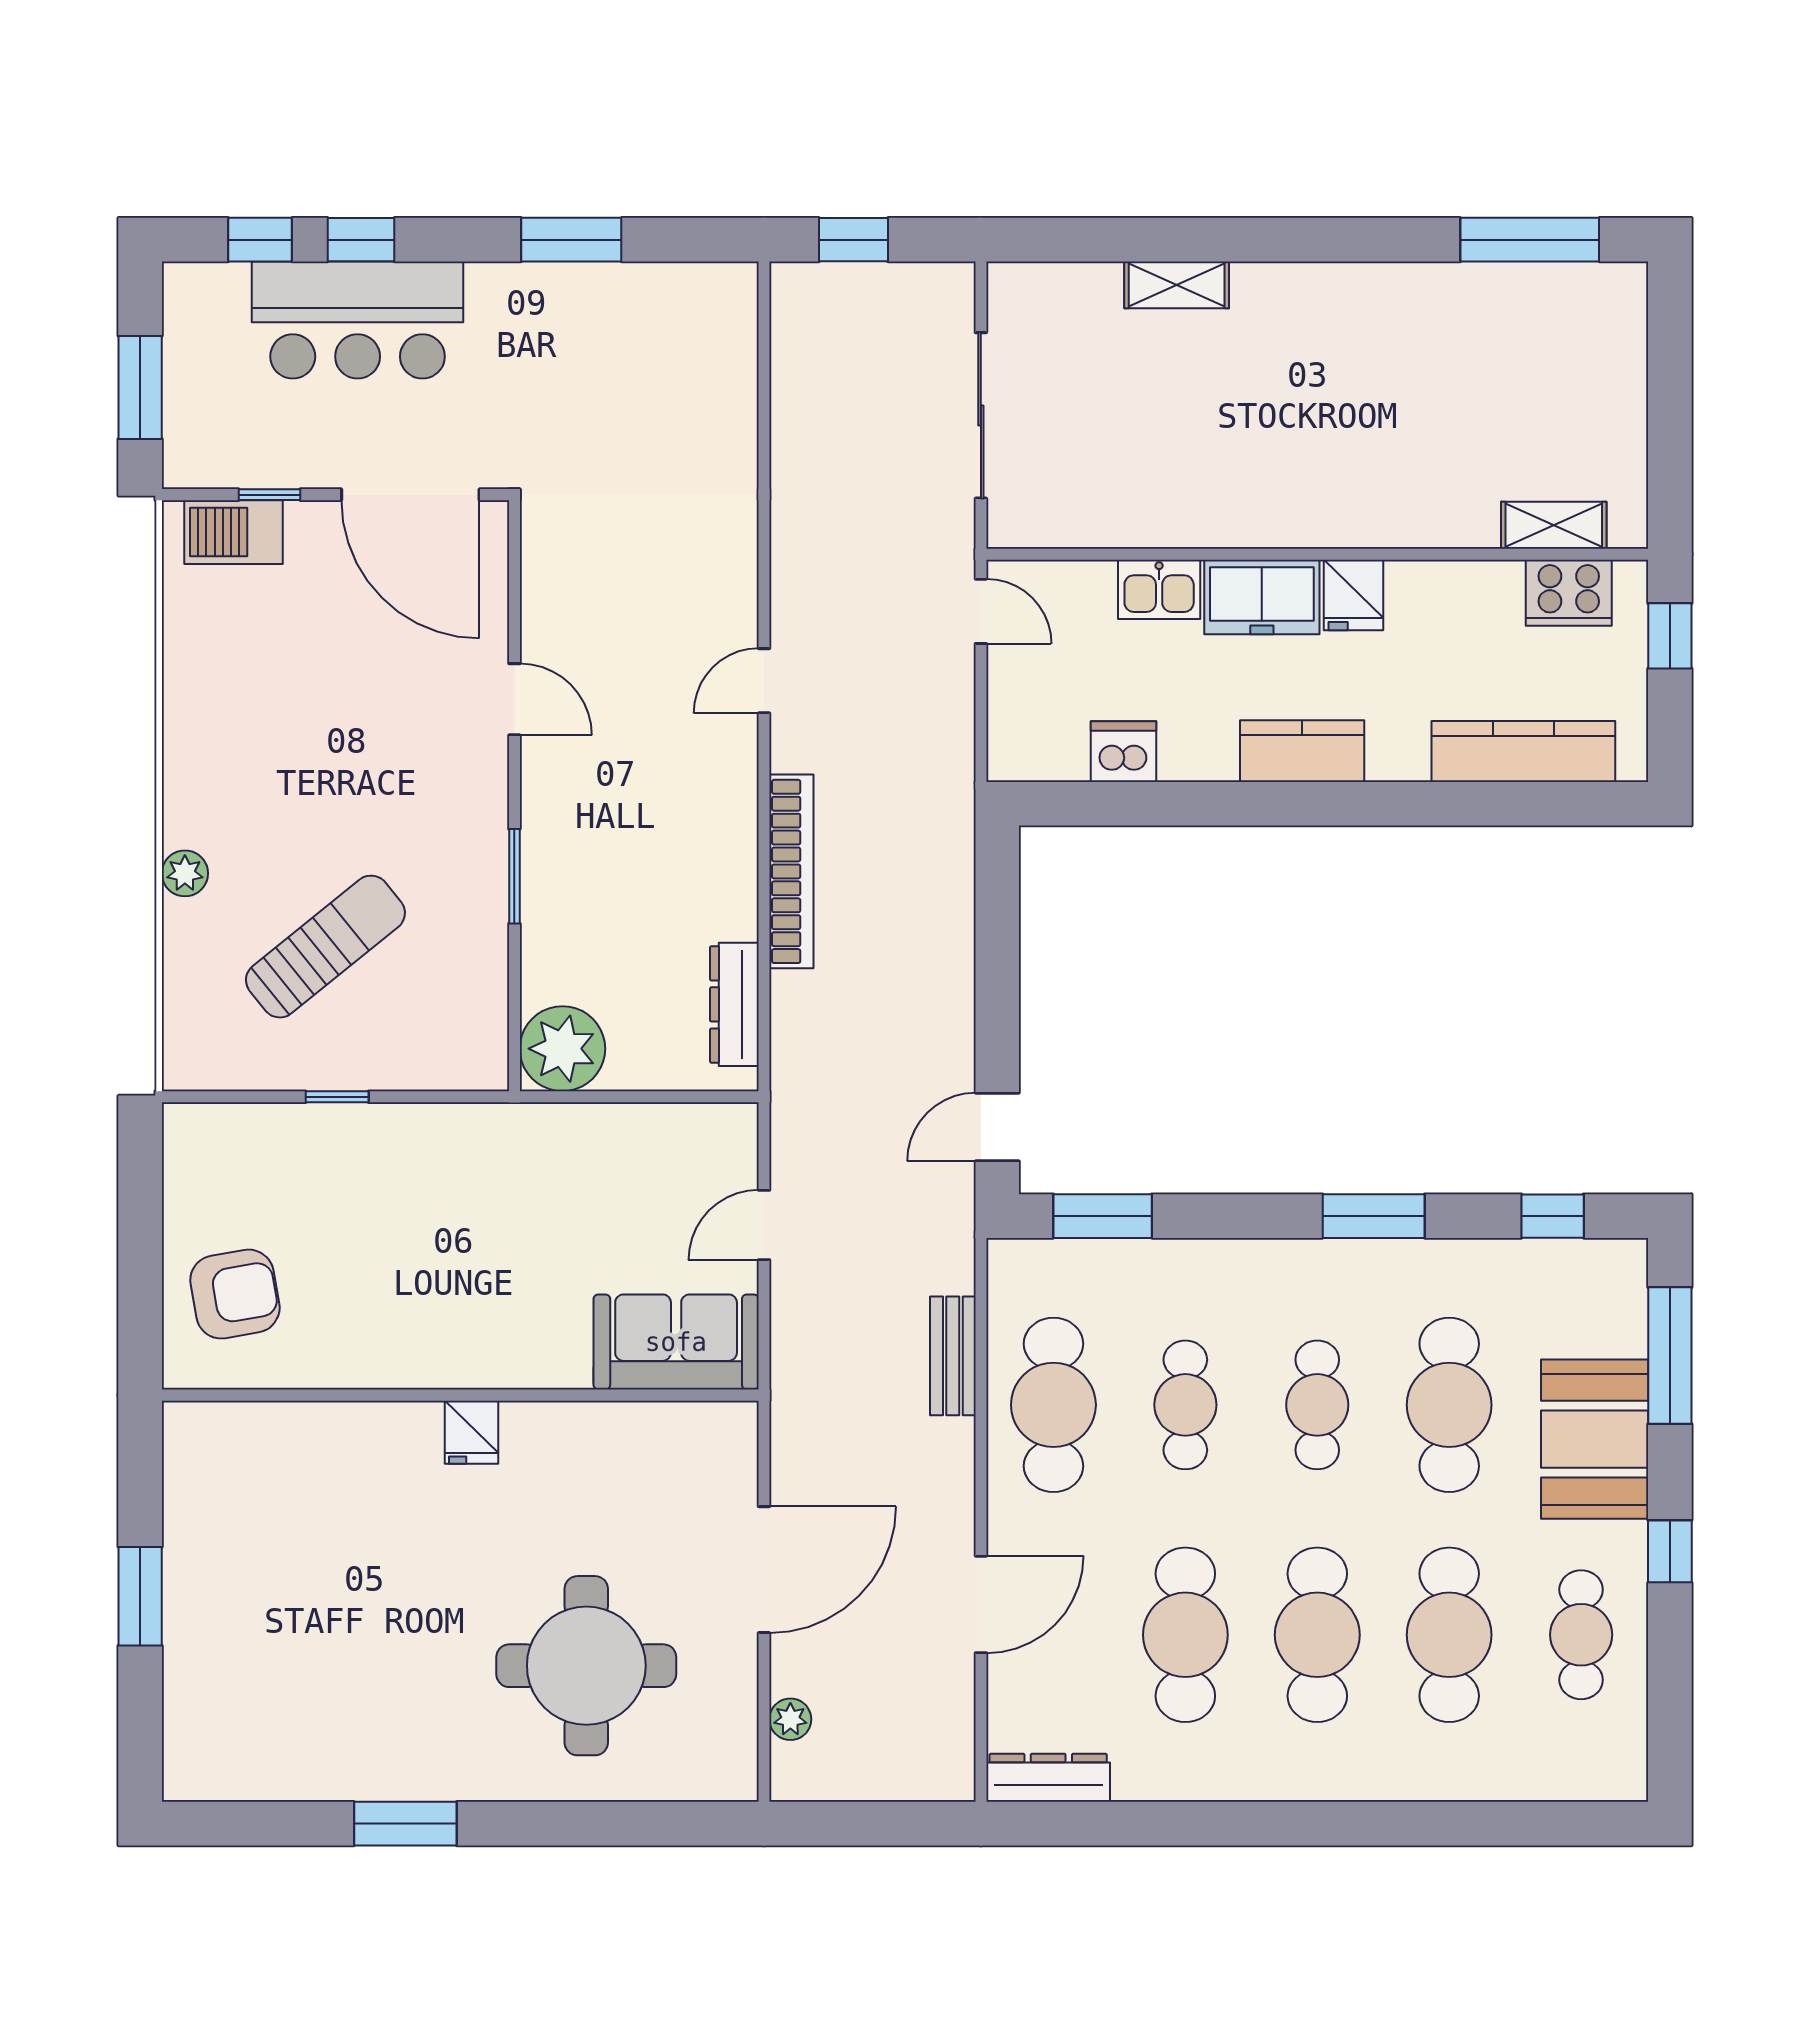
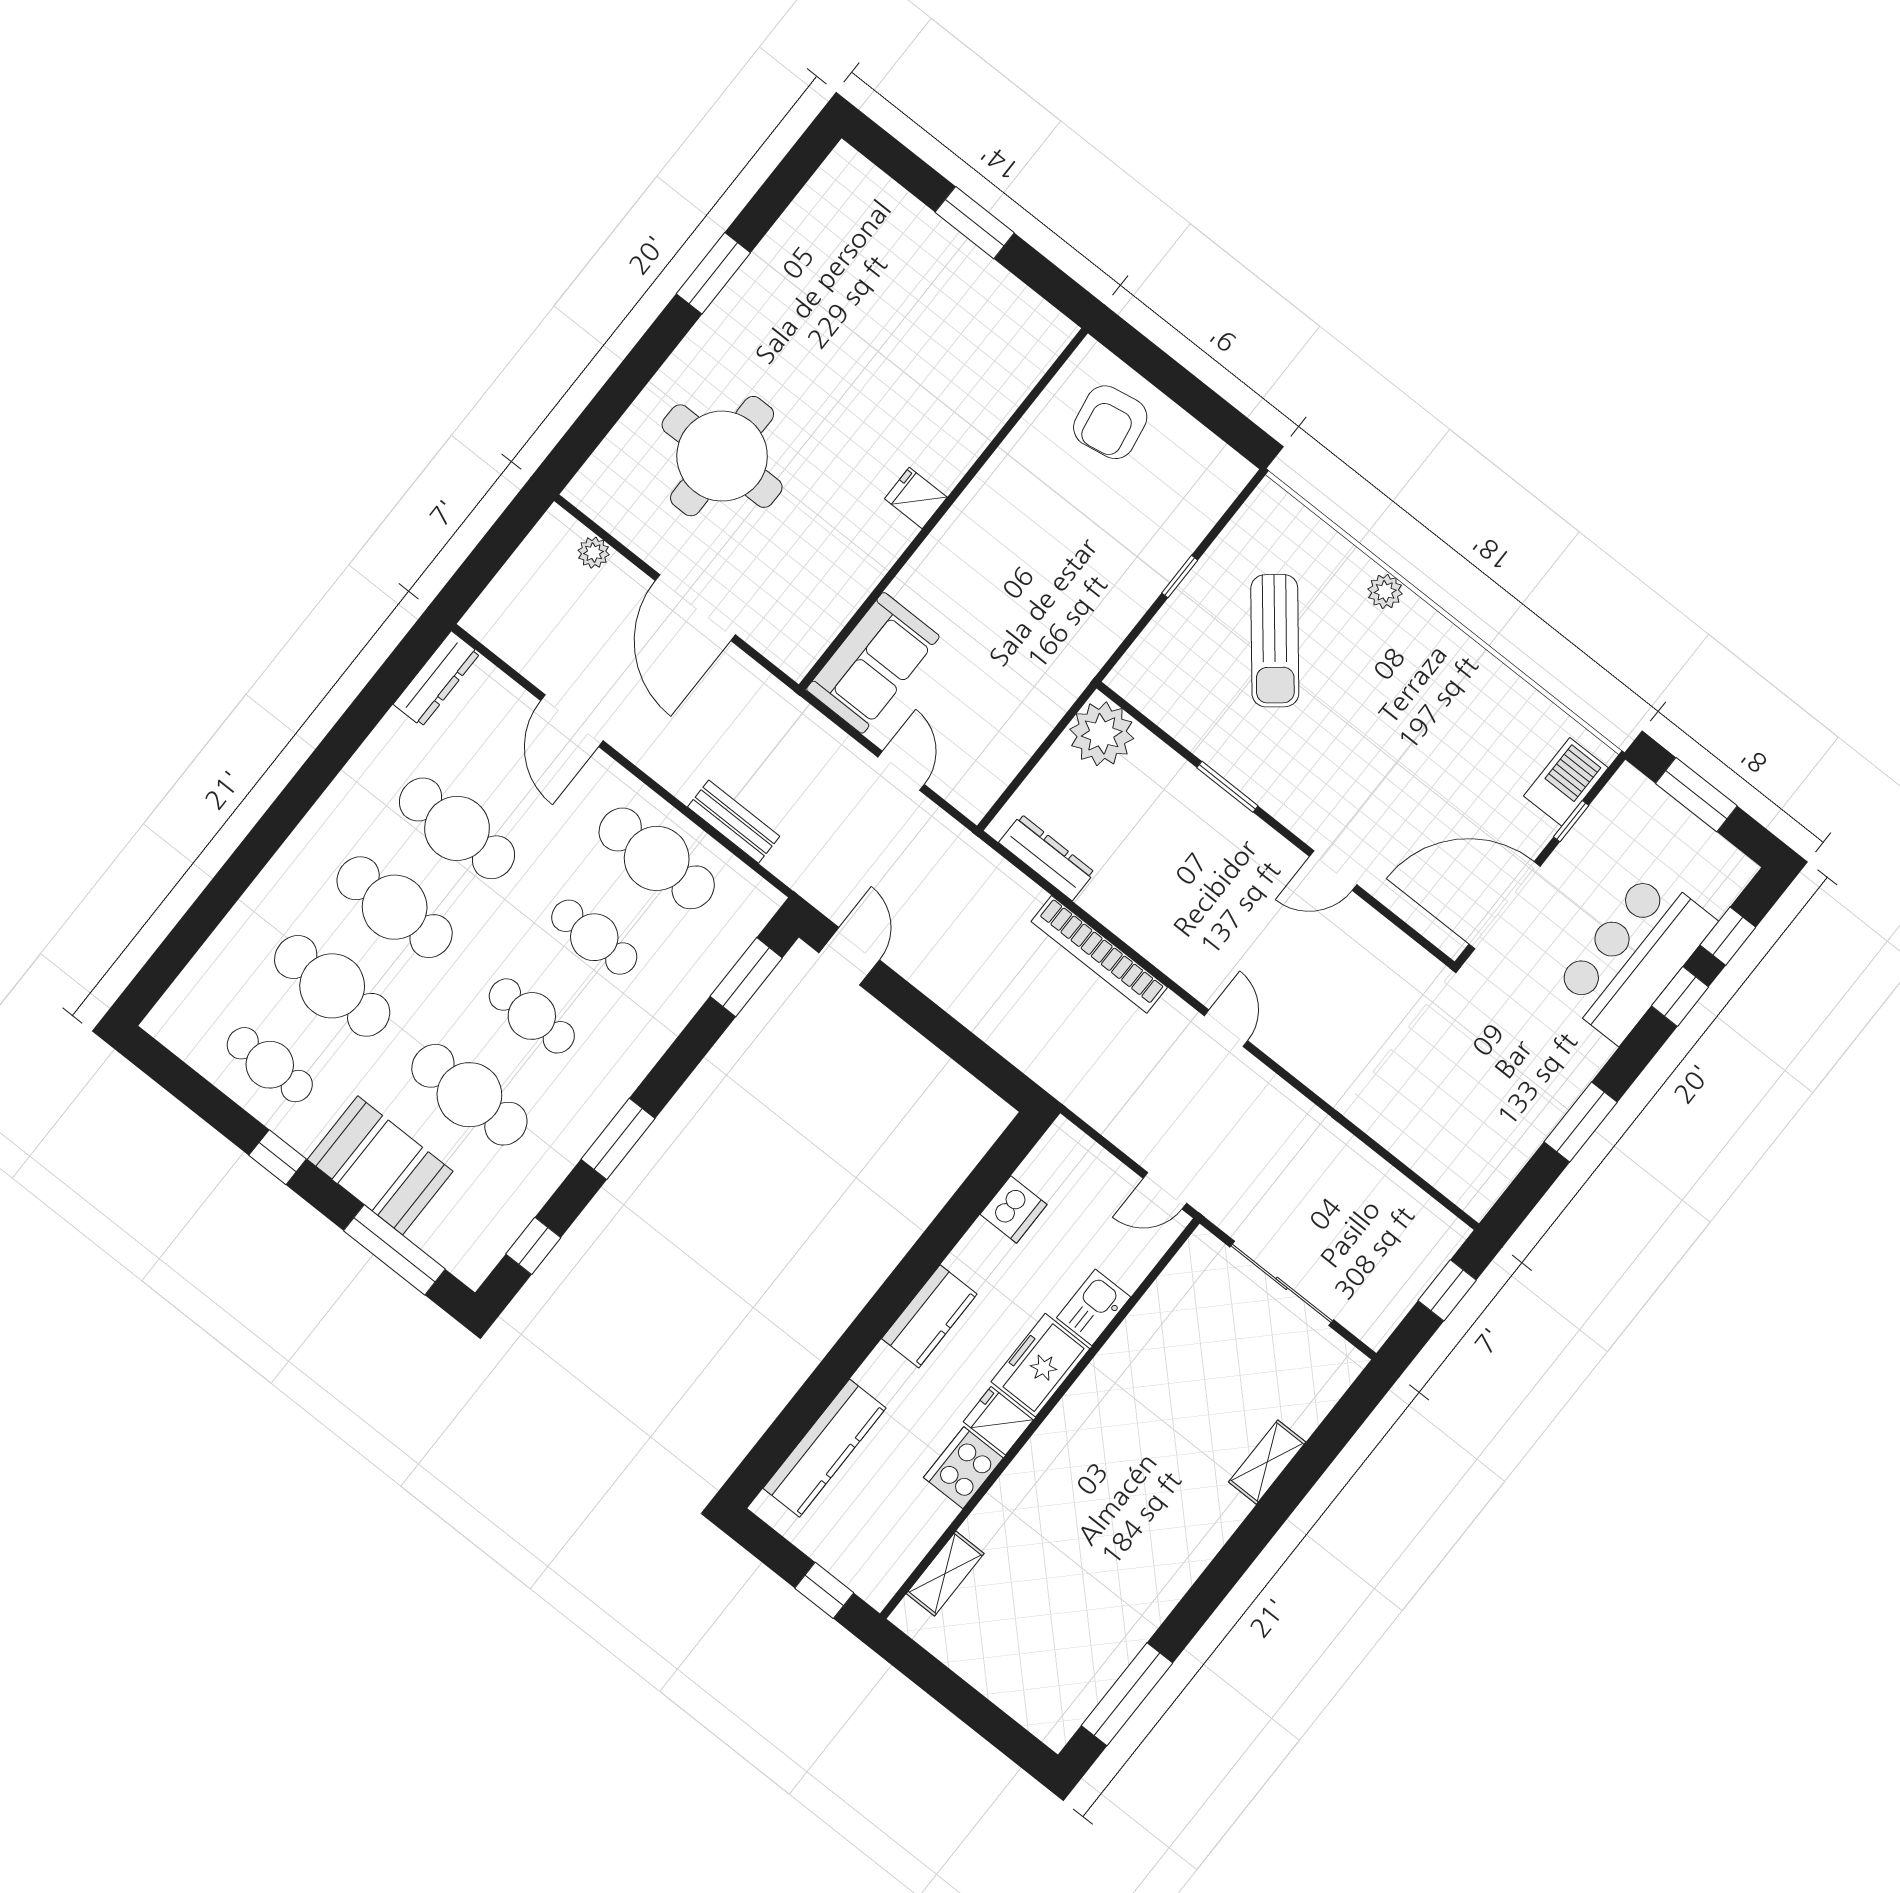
cooker: (1569, 593) -> (963, 1468), moved

